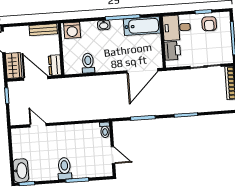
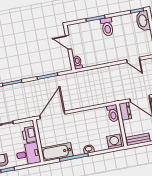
toilet: (88, 63) -> (113, 113), moved

